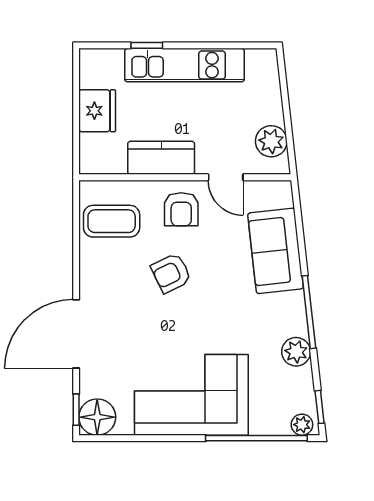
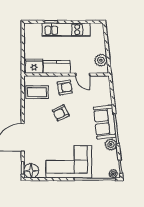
fridge: (97, 111) -> (34, 66), moved, turned -90
armchair: (181, 209) -> (65, 87), turned -100
sofa: (276, 251) -> (105, 122), moved

